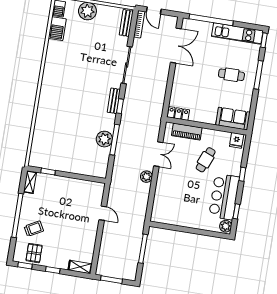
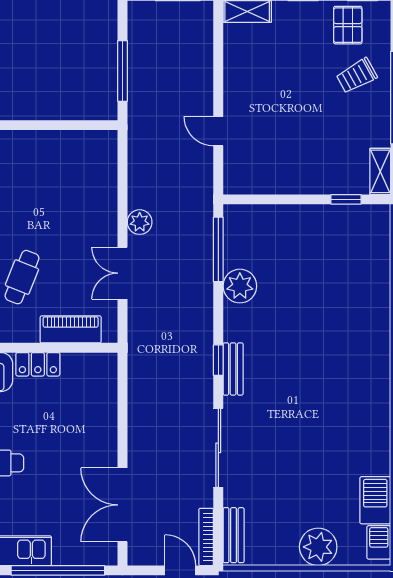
locker: (178, 114) -> (38, 364), moved
window: (115, 140) -> (218, 249), moved

